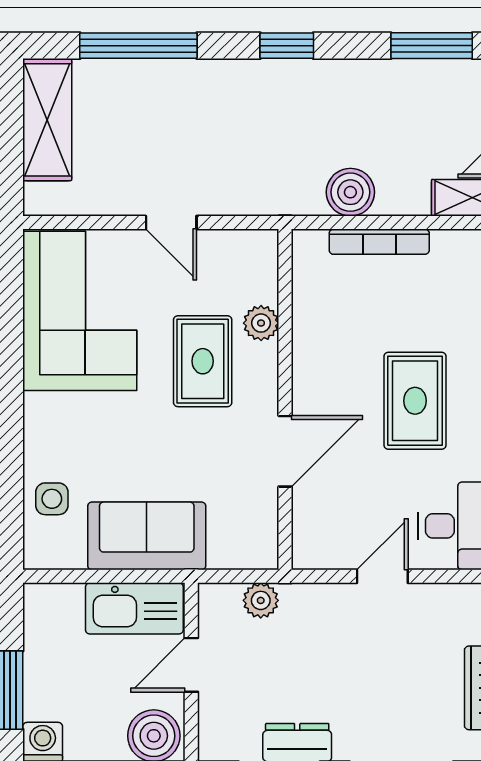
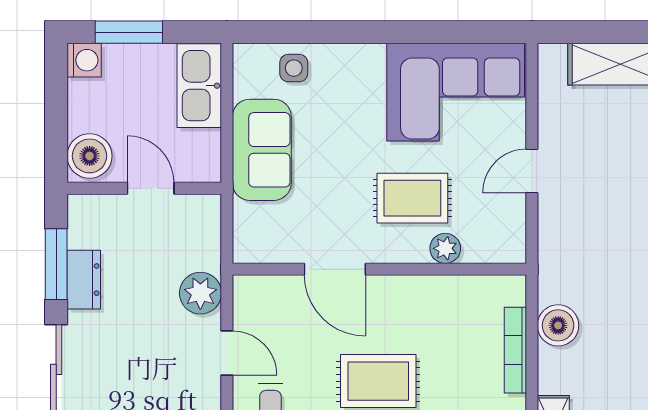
plant: (261, 600) -> (200, 293), moved, width x1.38, depth x1.38
kitchen sink: (134, 608) -> (199, 86), moved

